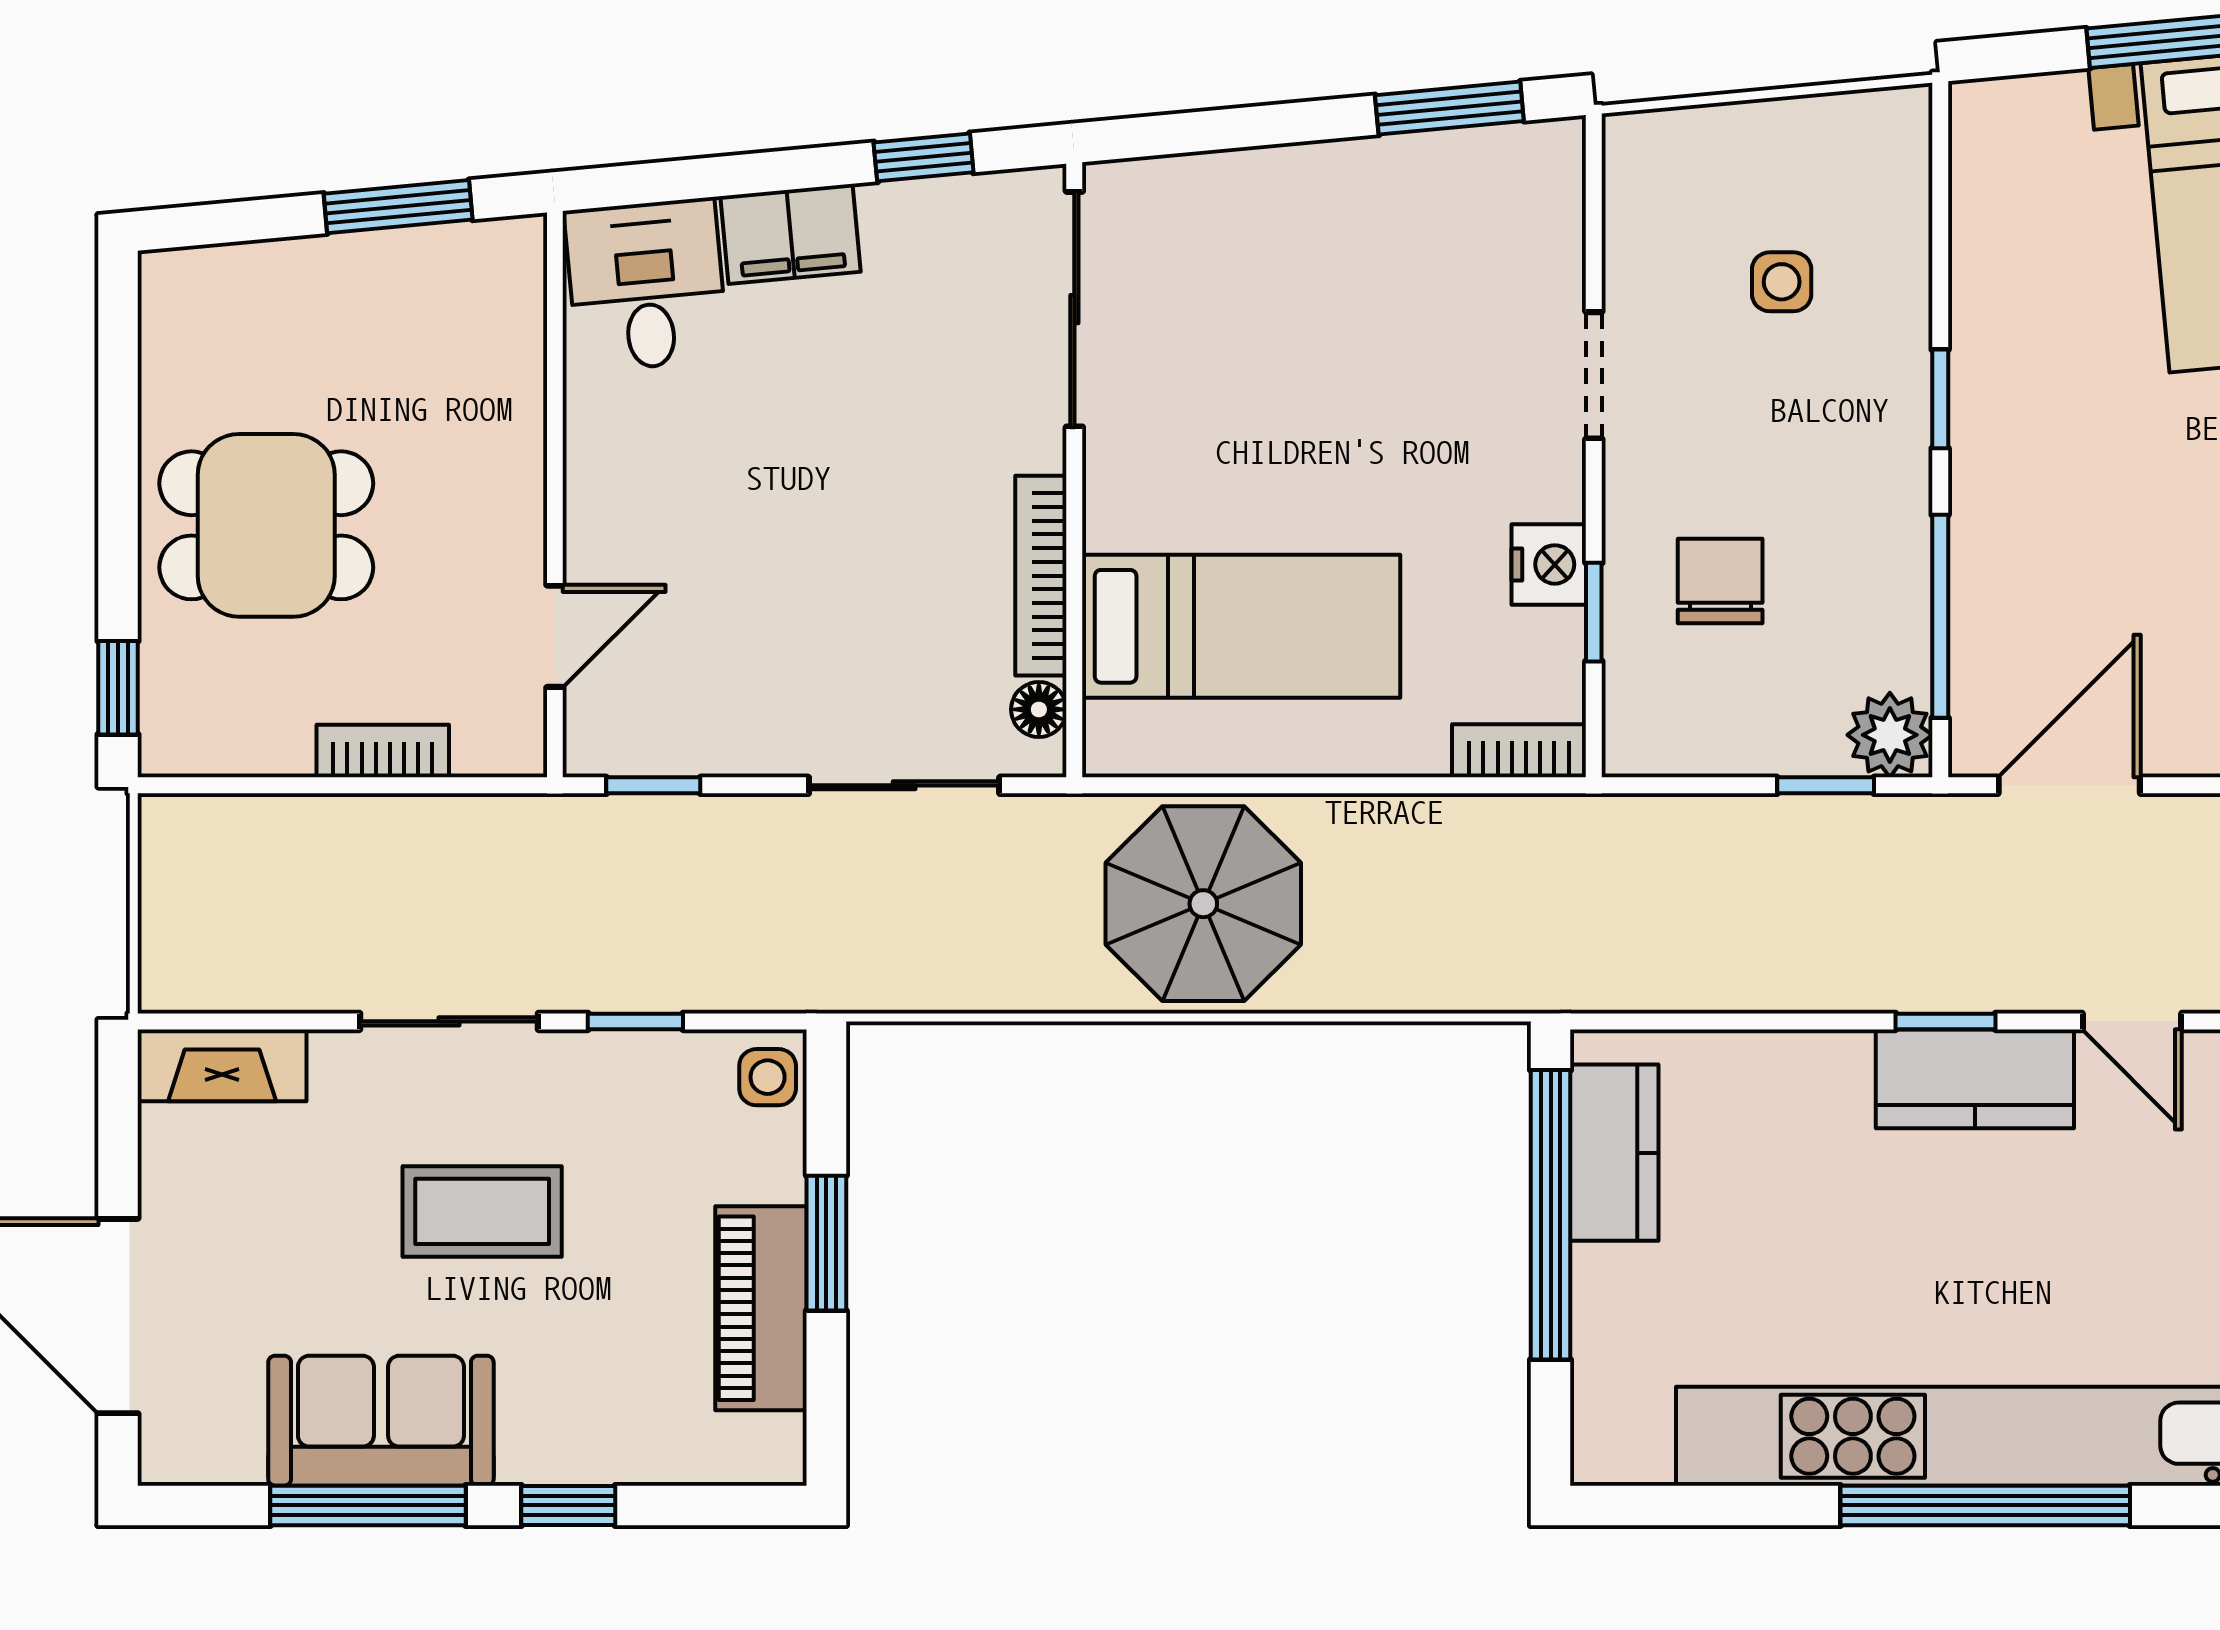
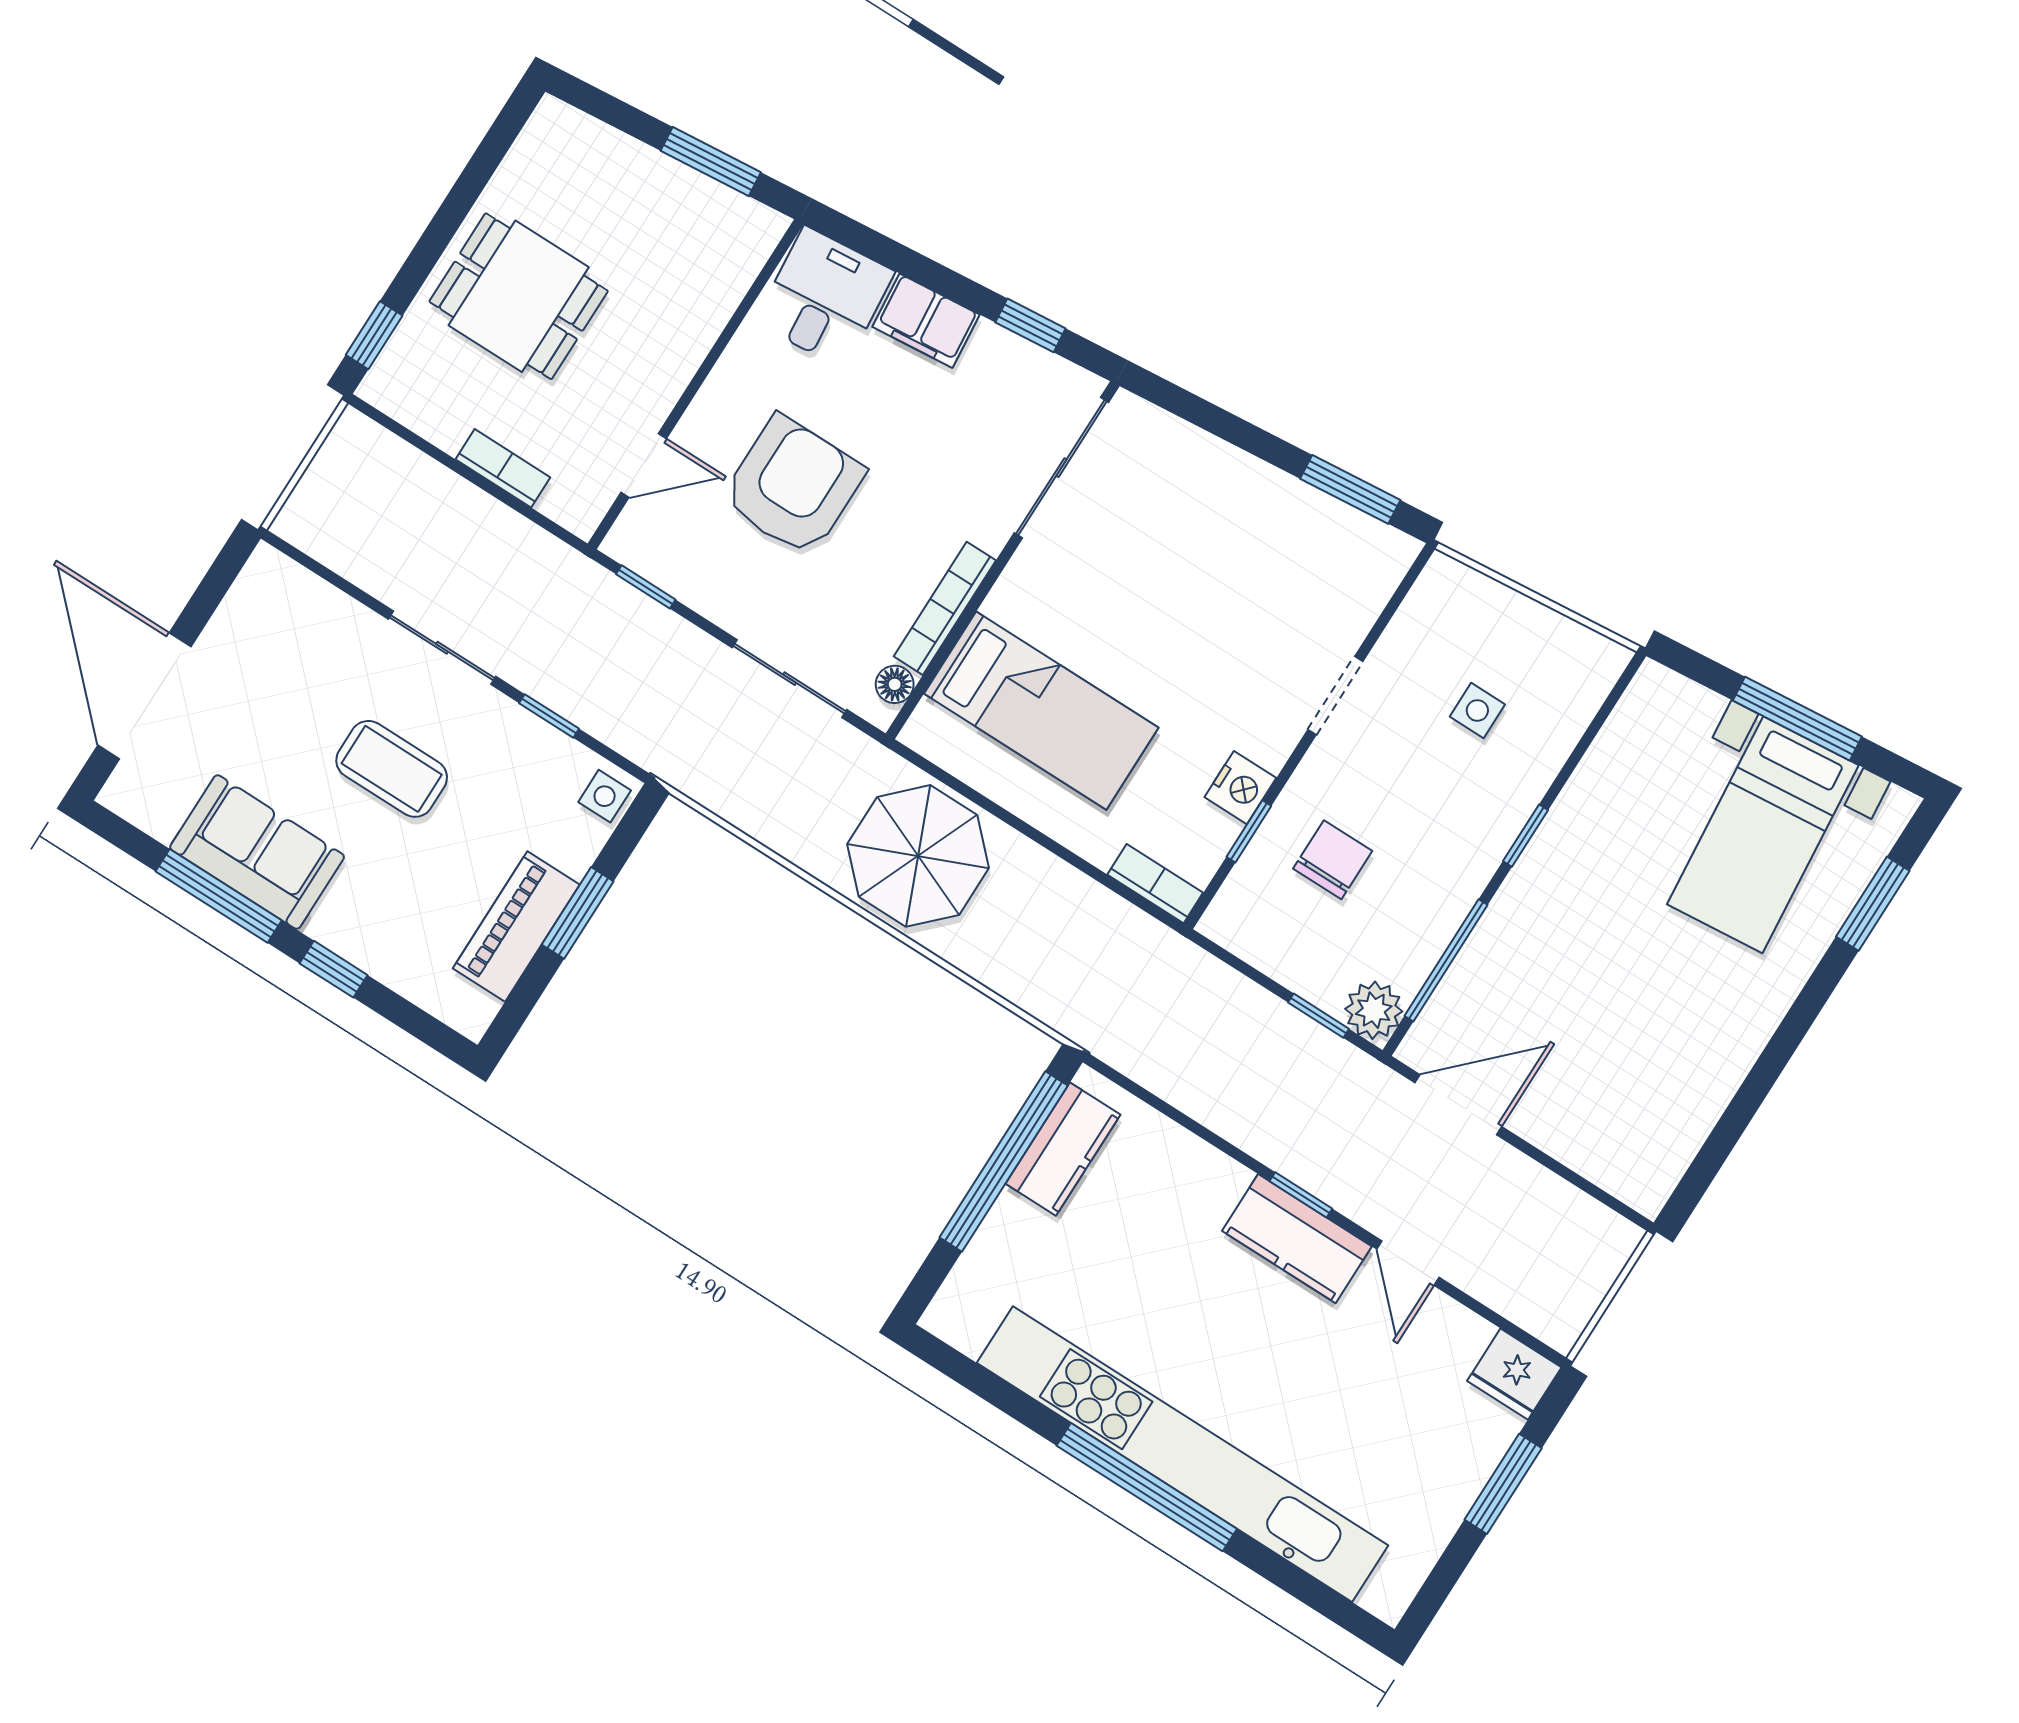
armchair: (756, 544) -> (793, 486), added
fireplace: (222, 1065) -> (296, 590), removed

